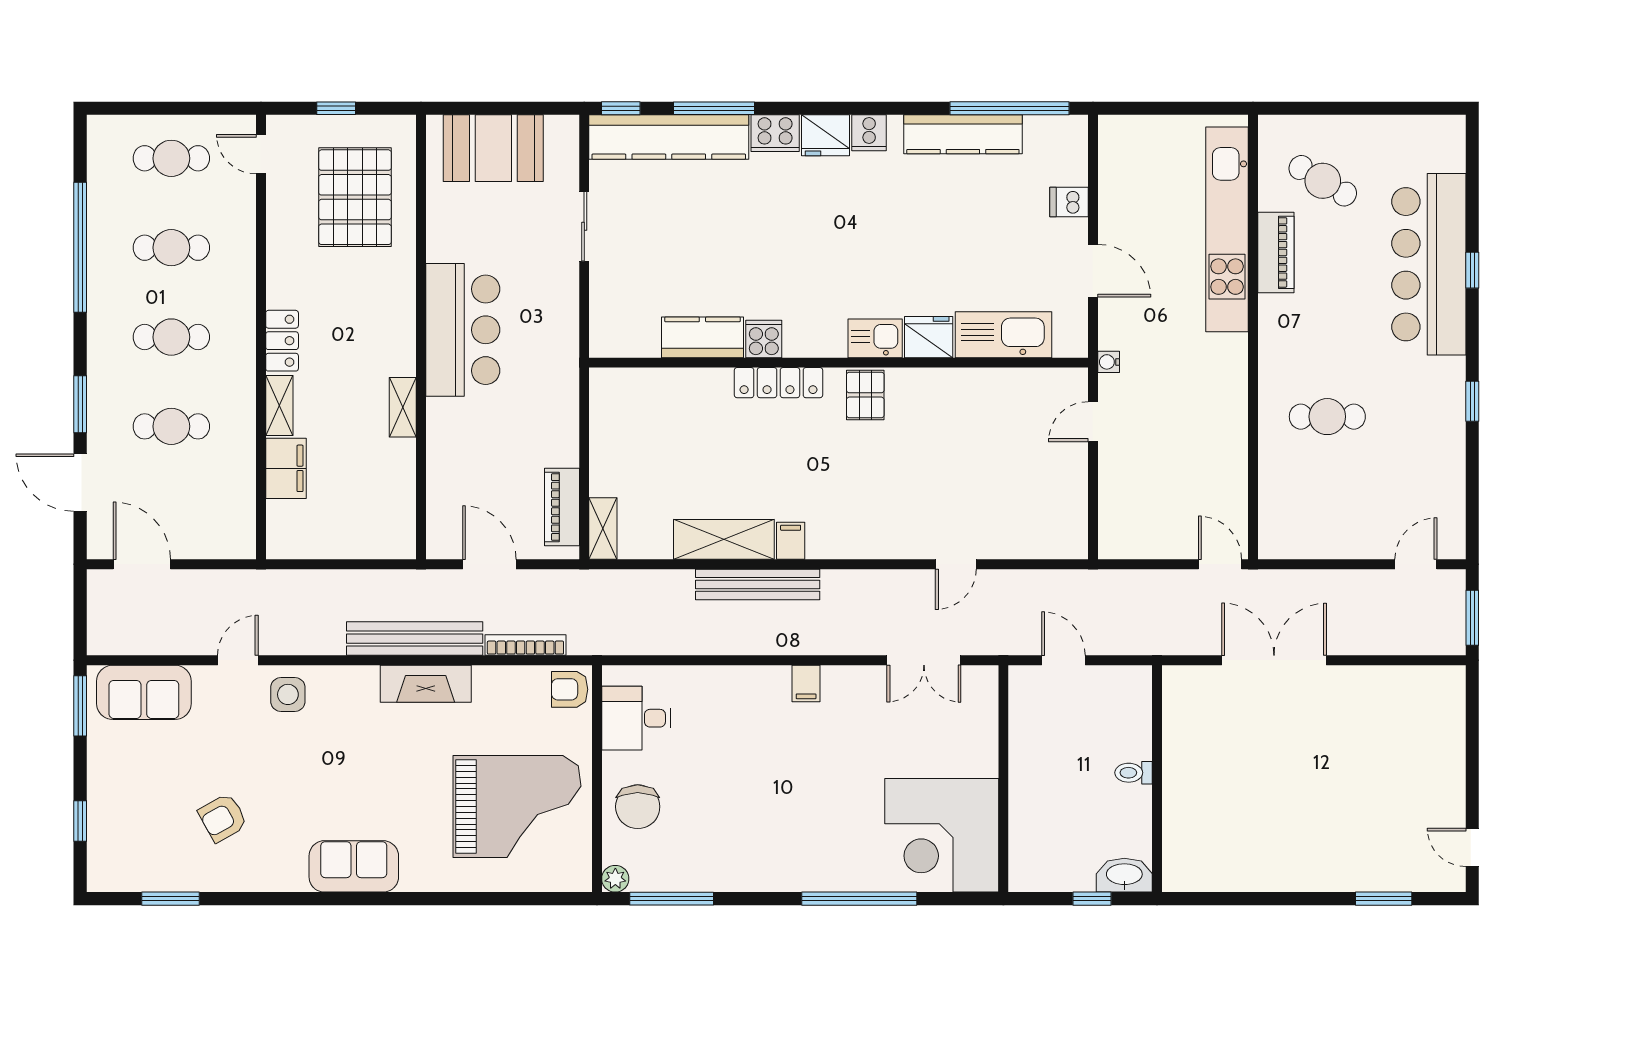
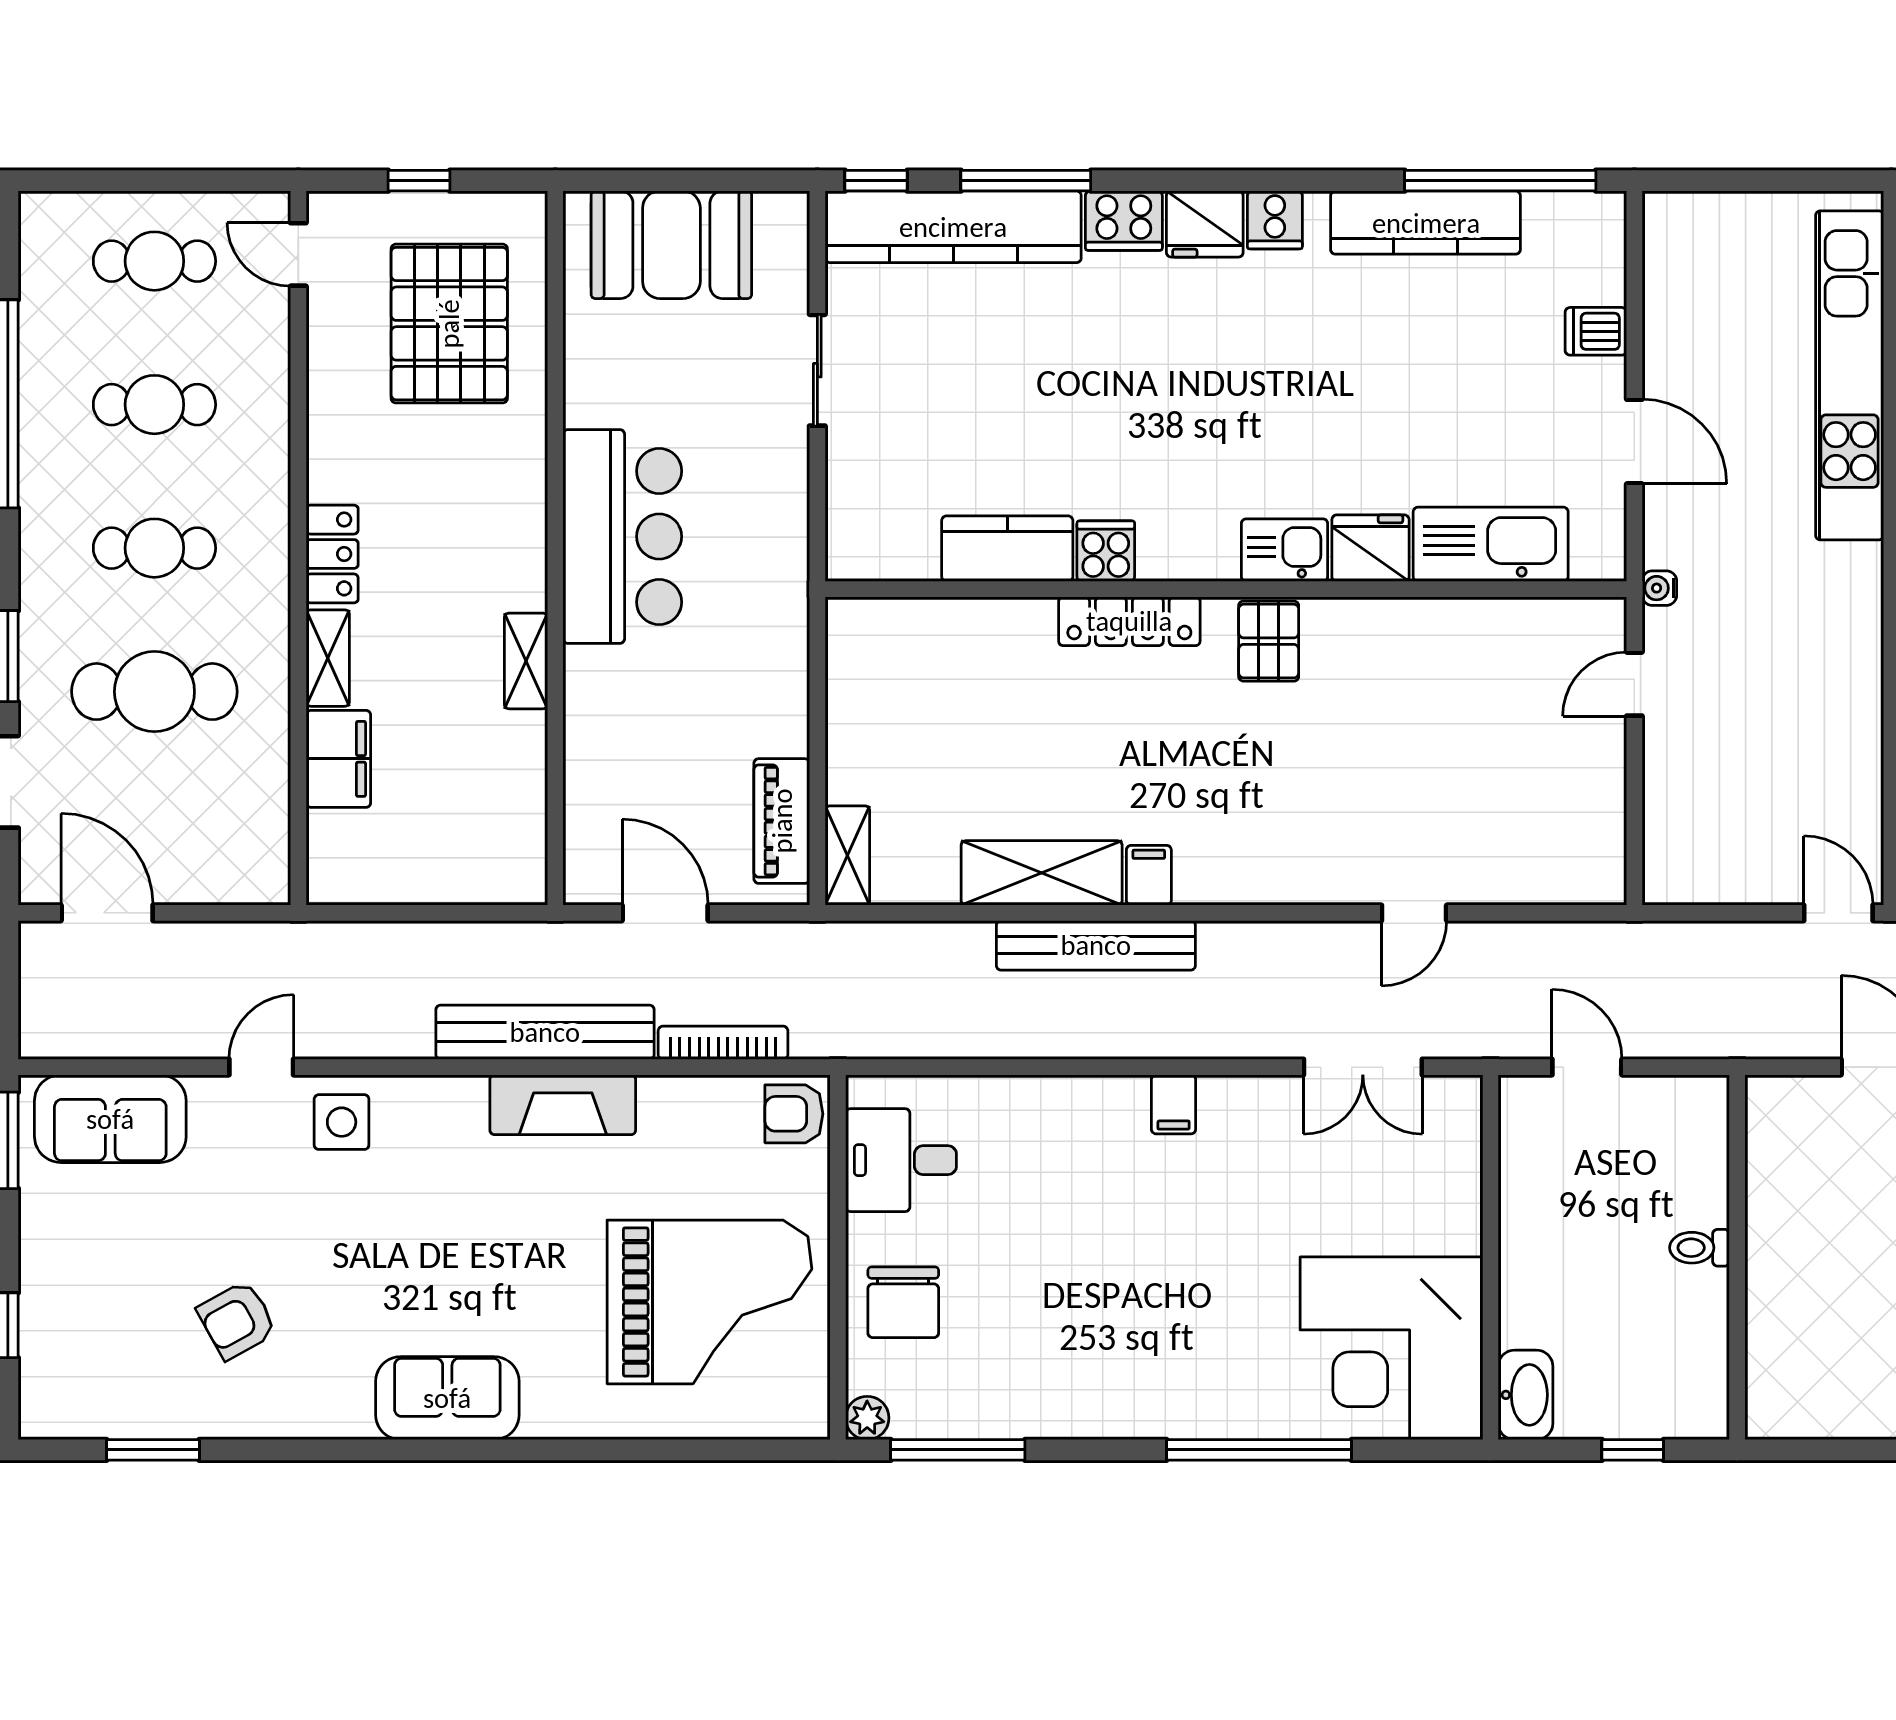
cafe table: (171, 426) -> (154, 692), width x1.37, depth x1.35
washbasin: (1124, 875) -> (1526, 1395), moved, turned 90

